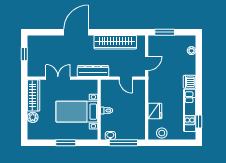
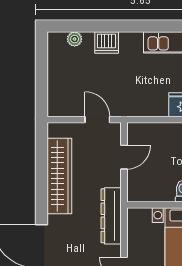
window: (165, 32) -> (42, 87), removed
dishwasher: (190, 82) -> (107, 43), moved

